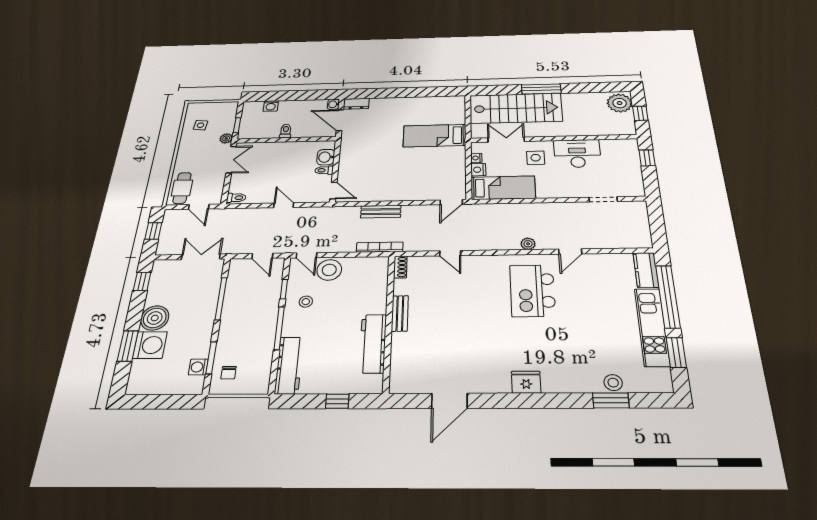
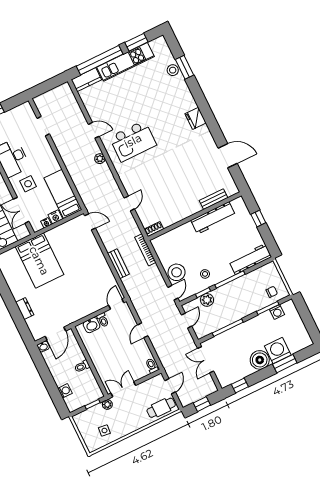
dresser: (356, 104) -> (25, 309), moved
bed: (435, 136) -> (39, 261), width x1.50
plant: (272, 290) -> (207, 300), added
bench: (400, 313) -> (214, 199), moved

